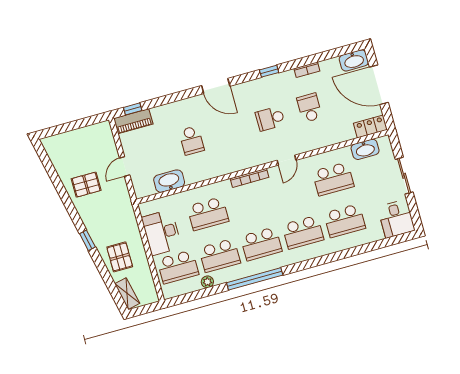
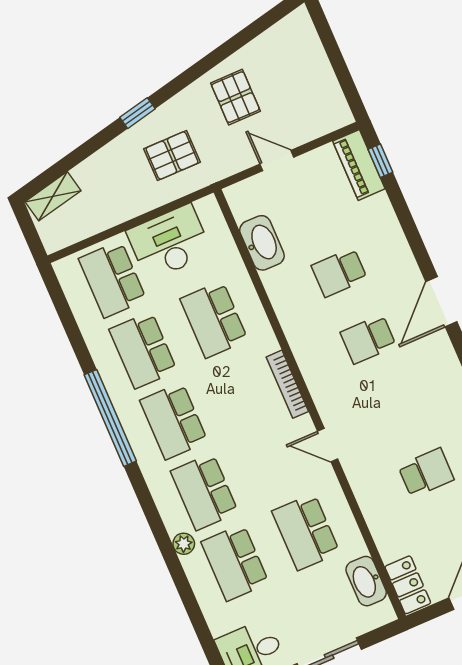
school desk: (270, 119) -> (368, 339), moved, turned -90
pallet: (120, 257) -> (172, 155), moved
plant: (207, 282) -> (184, 544), moved

